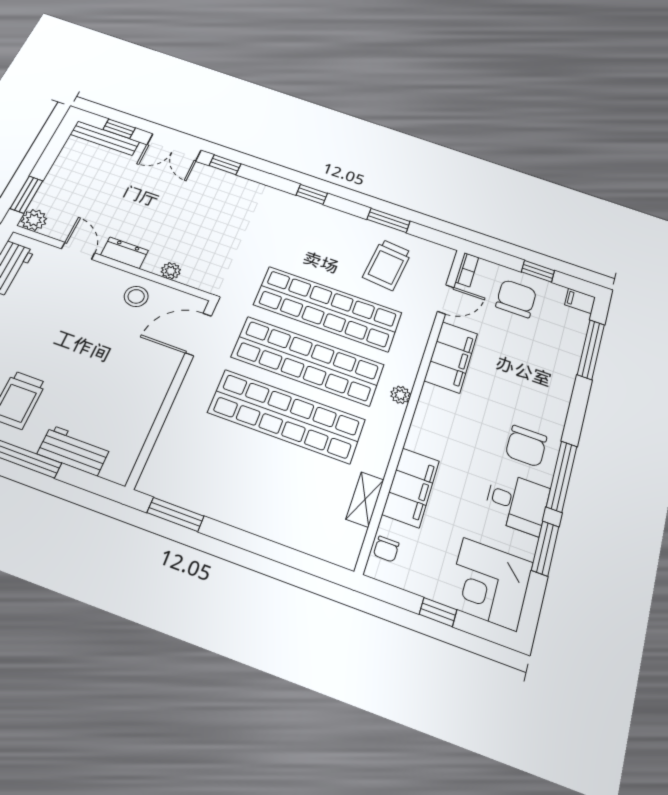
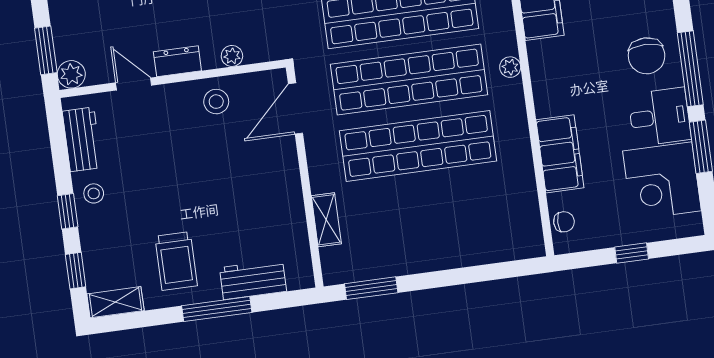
shelving: (365, 499) -> (326, 220), moved
chair: (386, 549) -> (564, 222), turned -90
corner desk: (490, 584) -> (662, 181), moved

